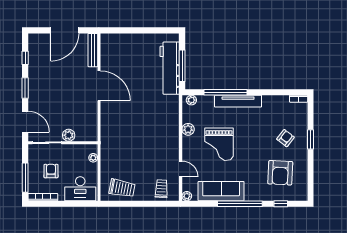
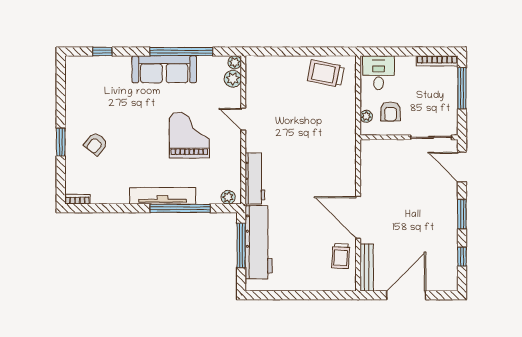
workbench: (172, 113) -> (255, 179), added
plant: (188, 129) -> (233, 79), moved
plant: (69, 135) -> (401, 148), removed
door: (181, 169) -> (243, 119), moved
armchair: (51, 171) -> (391, 111), moved
armchair: (280, 173) -> (103, 95), removed
desk: (80, 189) -> (379, 73), width x0.73
trolley: (161, 189) -> (341, 256), moved
sofa: (221, 191) -> (164, 69), moved
window: (240, 204) -> (181, 52), moved

